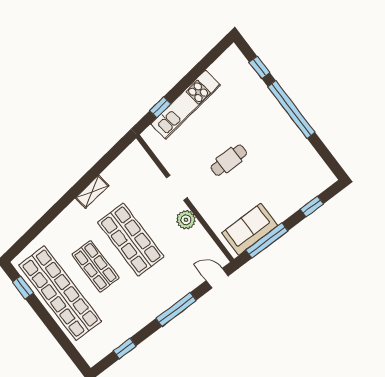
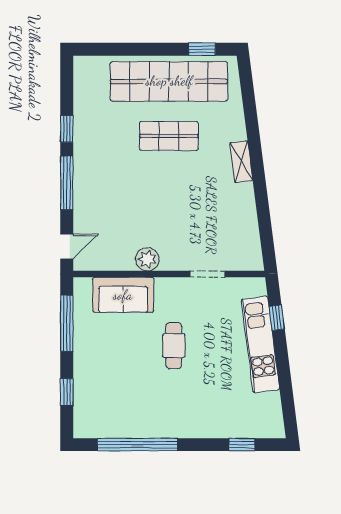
window: (291, 110) -> (137, 445), moved
doorway: (177, 188) -> (207, 274), moved
shelving: (92, 192) -> (241, 162), moved
sofa: (250, 229) -> (123, 295), moved, turned 90
shop shelf: (131, 240) -> (169, 191), removed
window: (125, 348) -> (67, 129), moved

